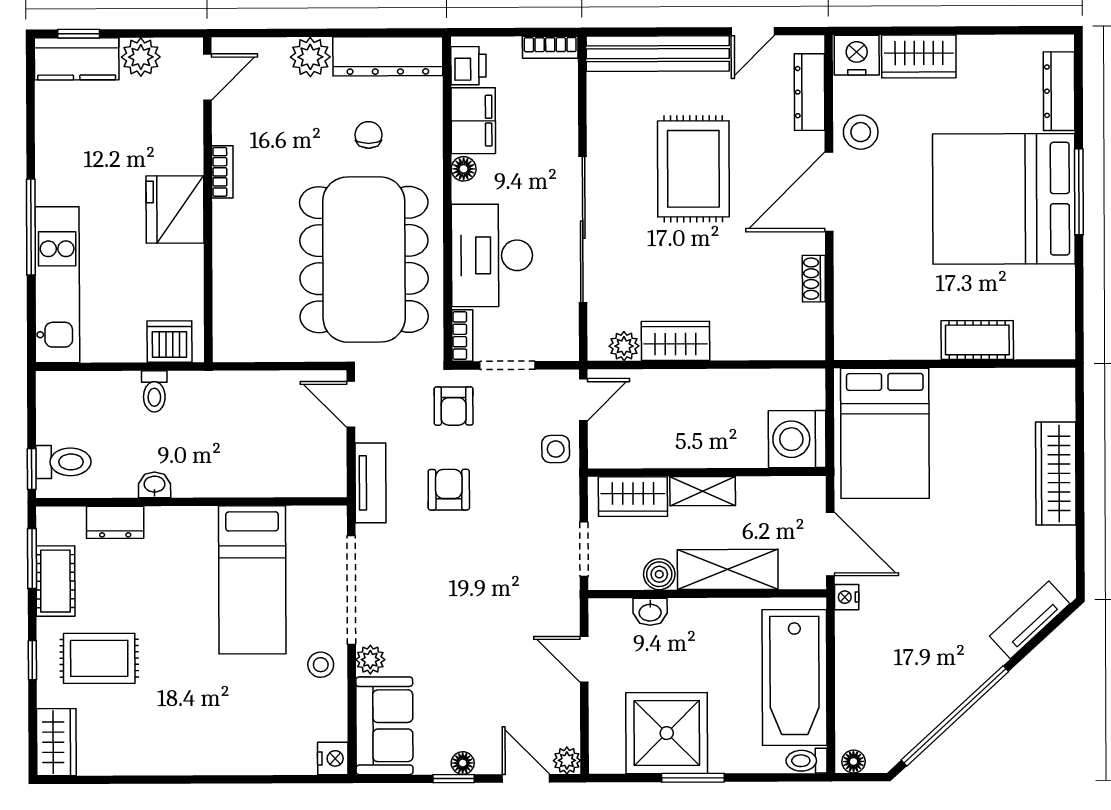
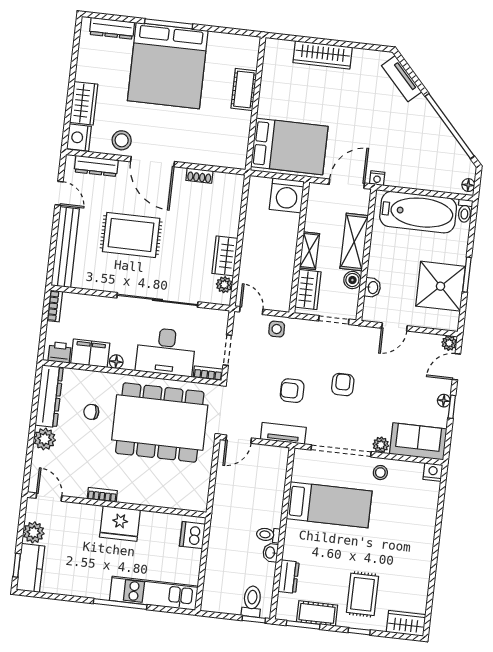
toilet: (154, 391) -> (268, 535), moved, turned 180
armchair: (454, 406) -> (343, 385), moved, turned -90

